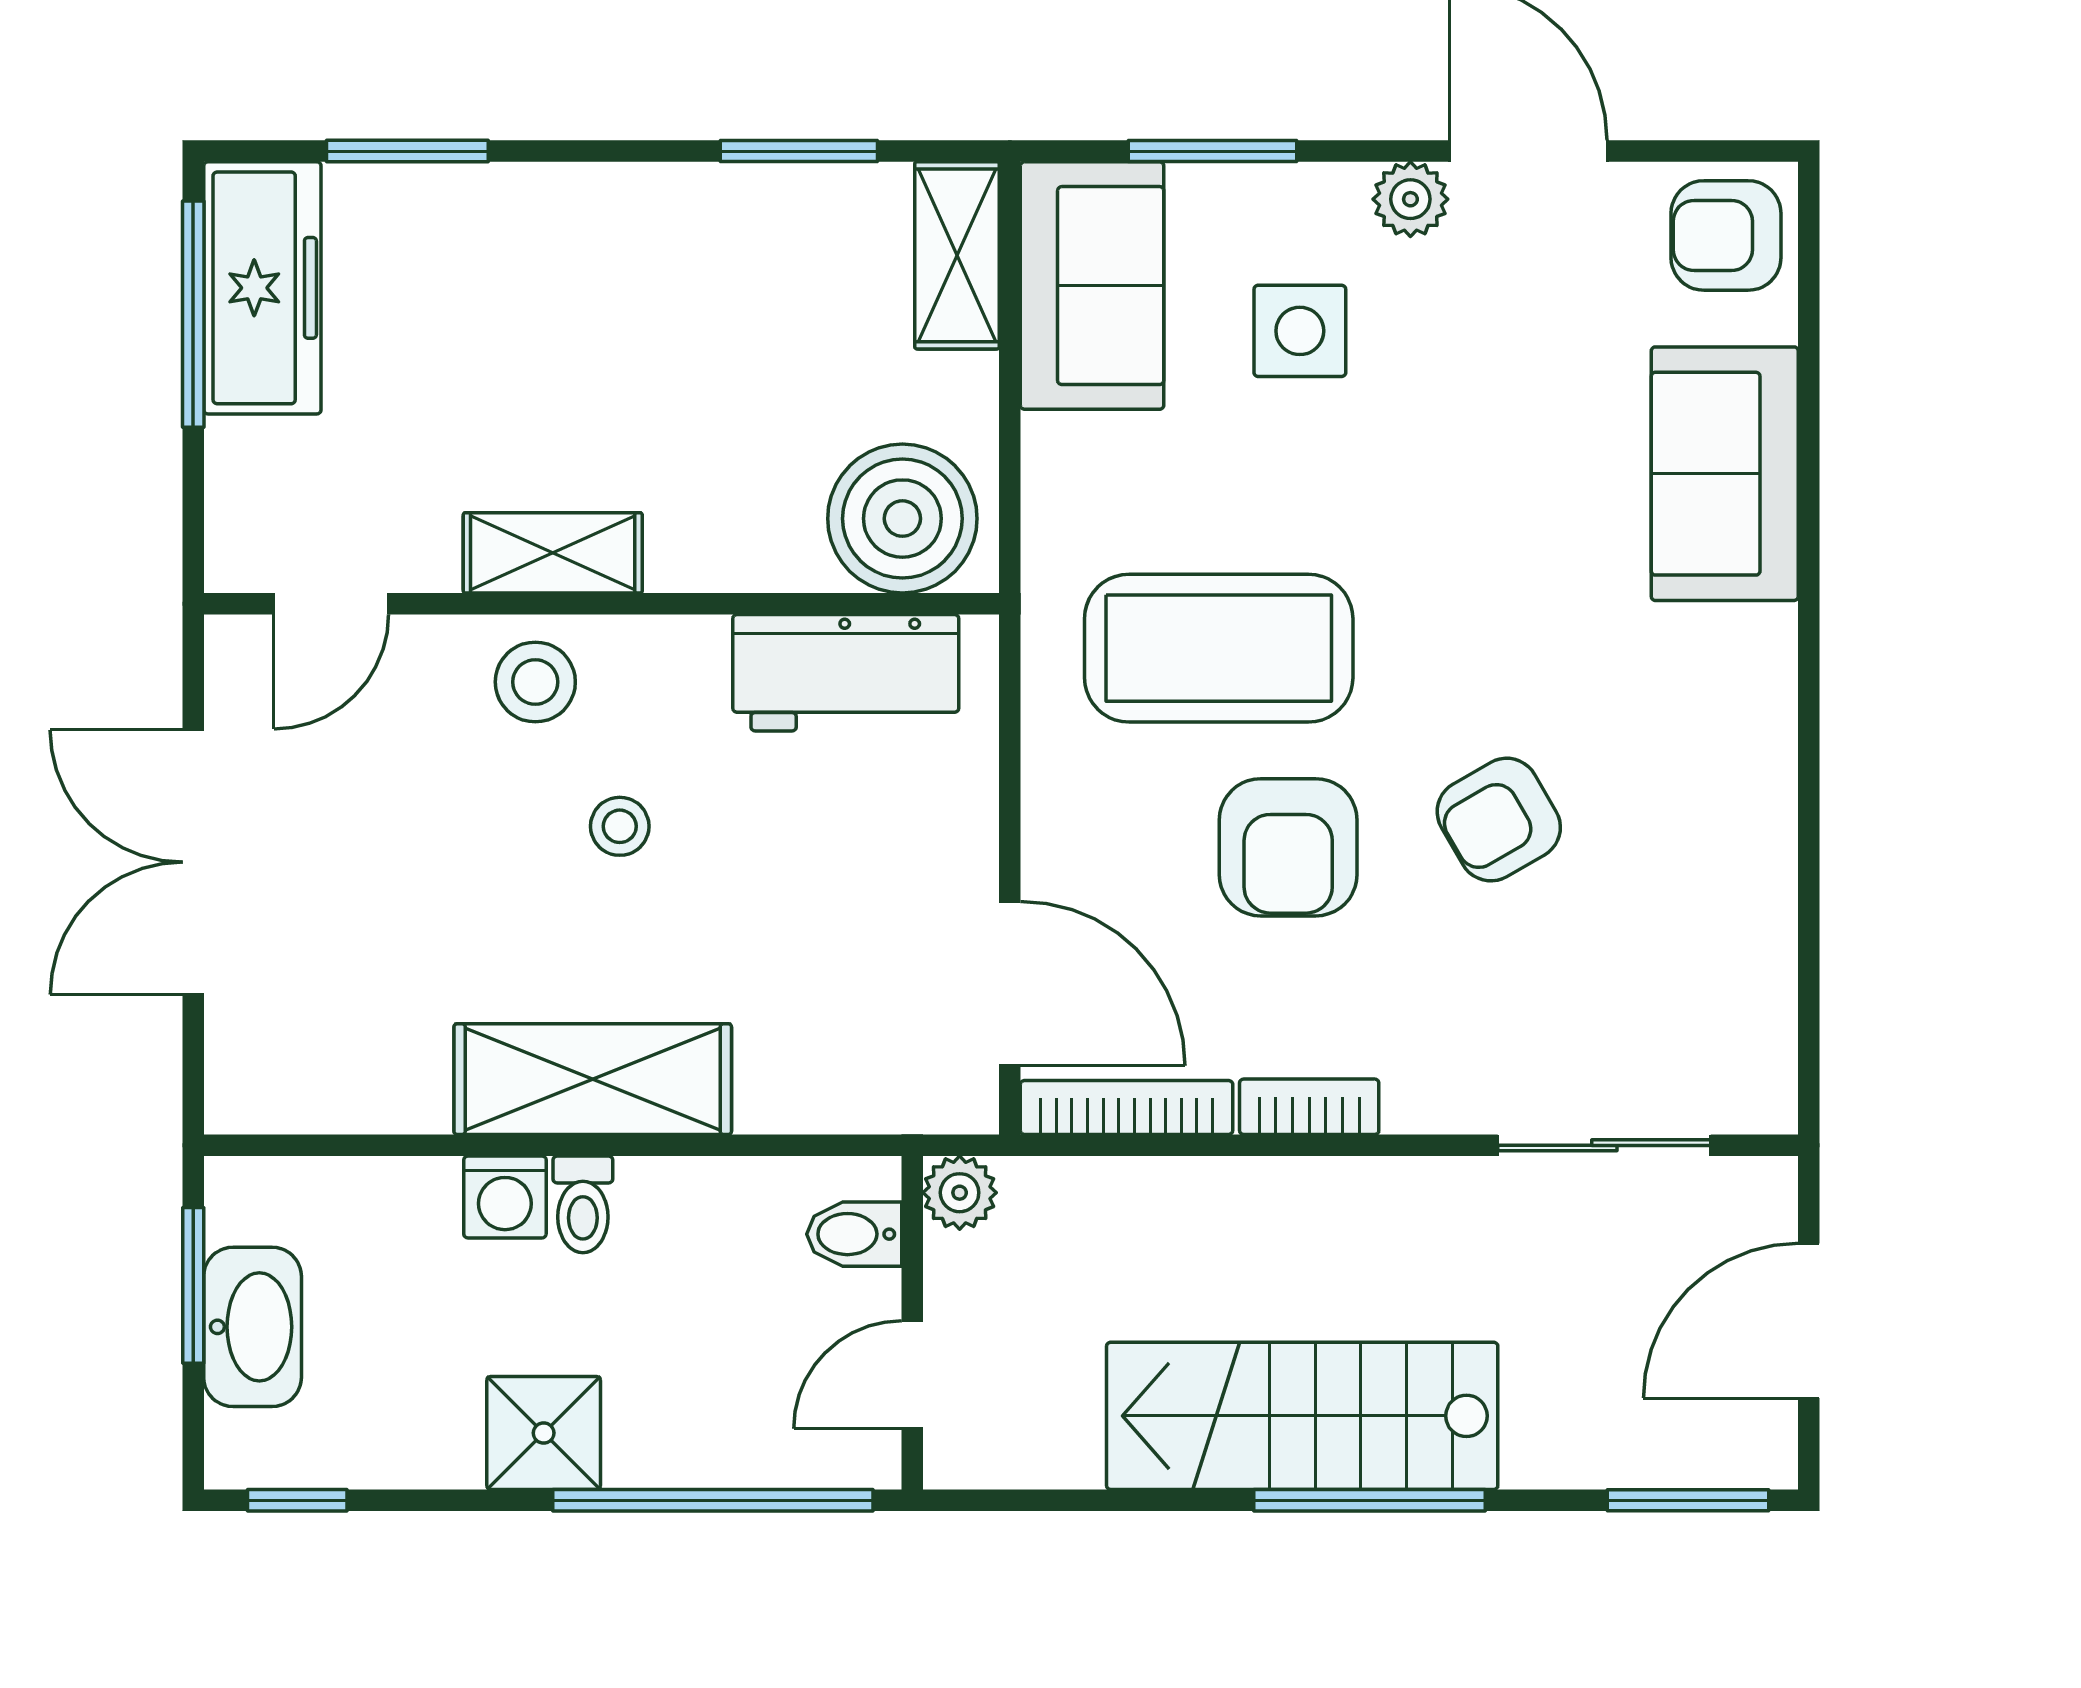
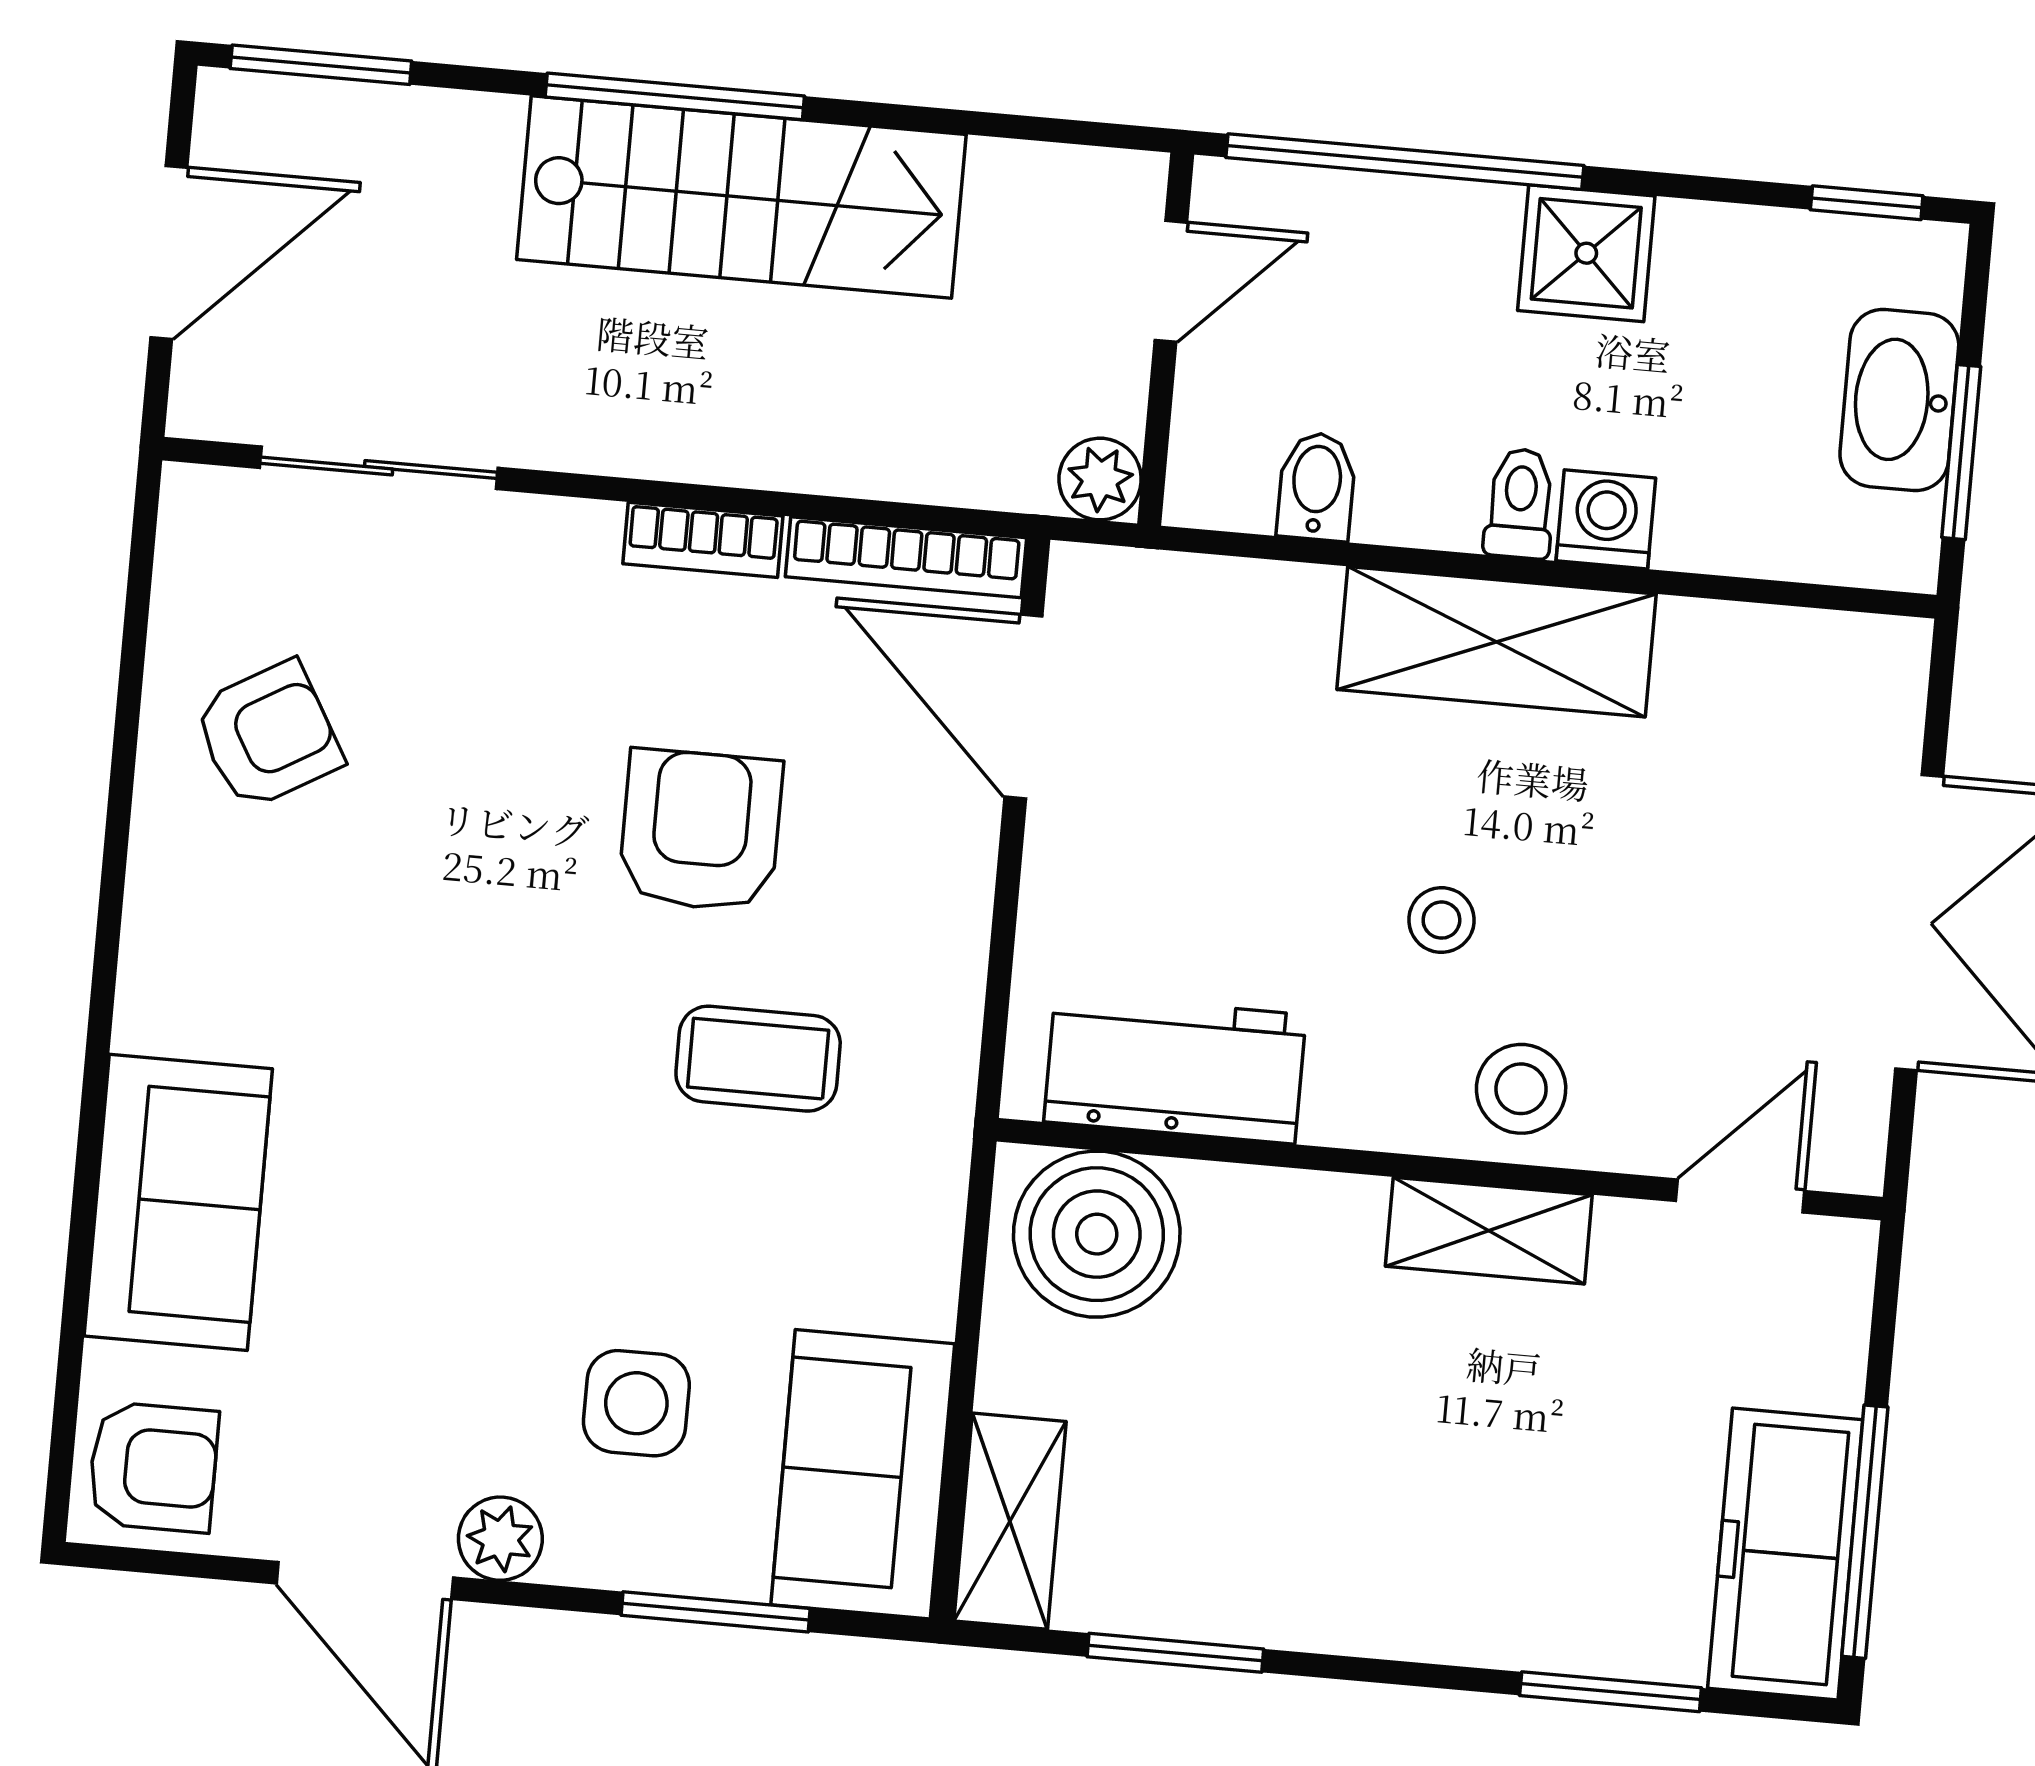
coffee table: (1219, 648) -> (758, 1059), width x0.54, depth x0.58
armchair: (1499, 820) -> (268, 735), moved
bidet: (854, 1234) -> (1317, 486), moved, turned -90

